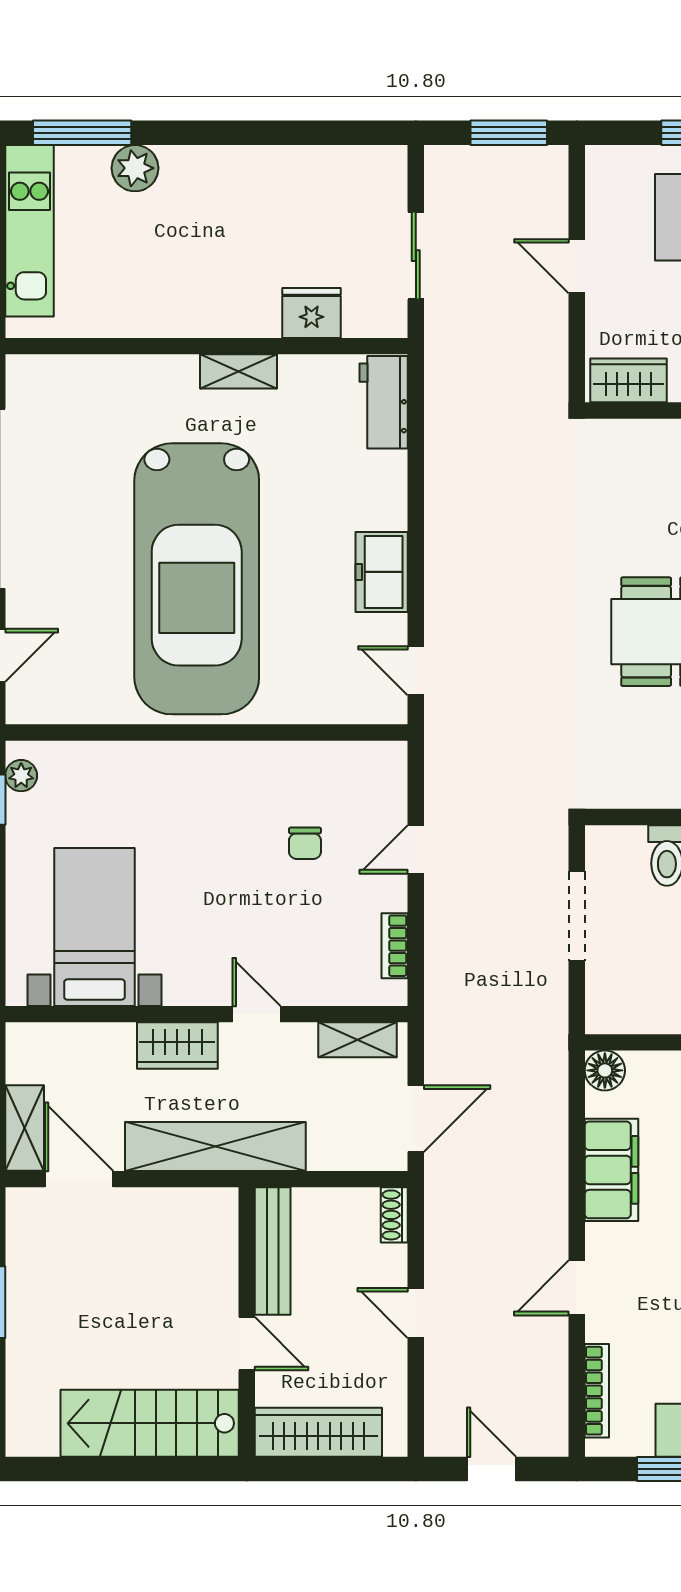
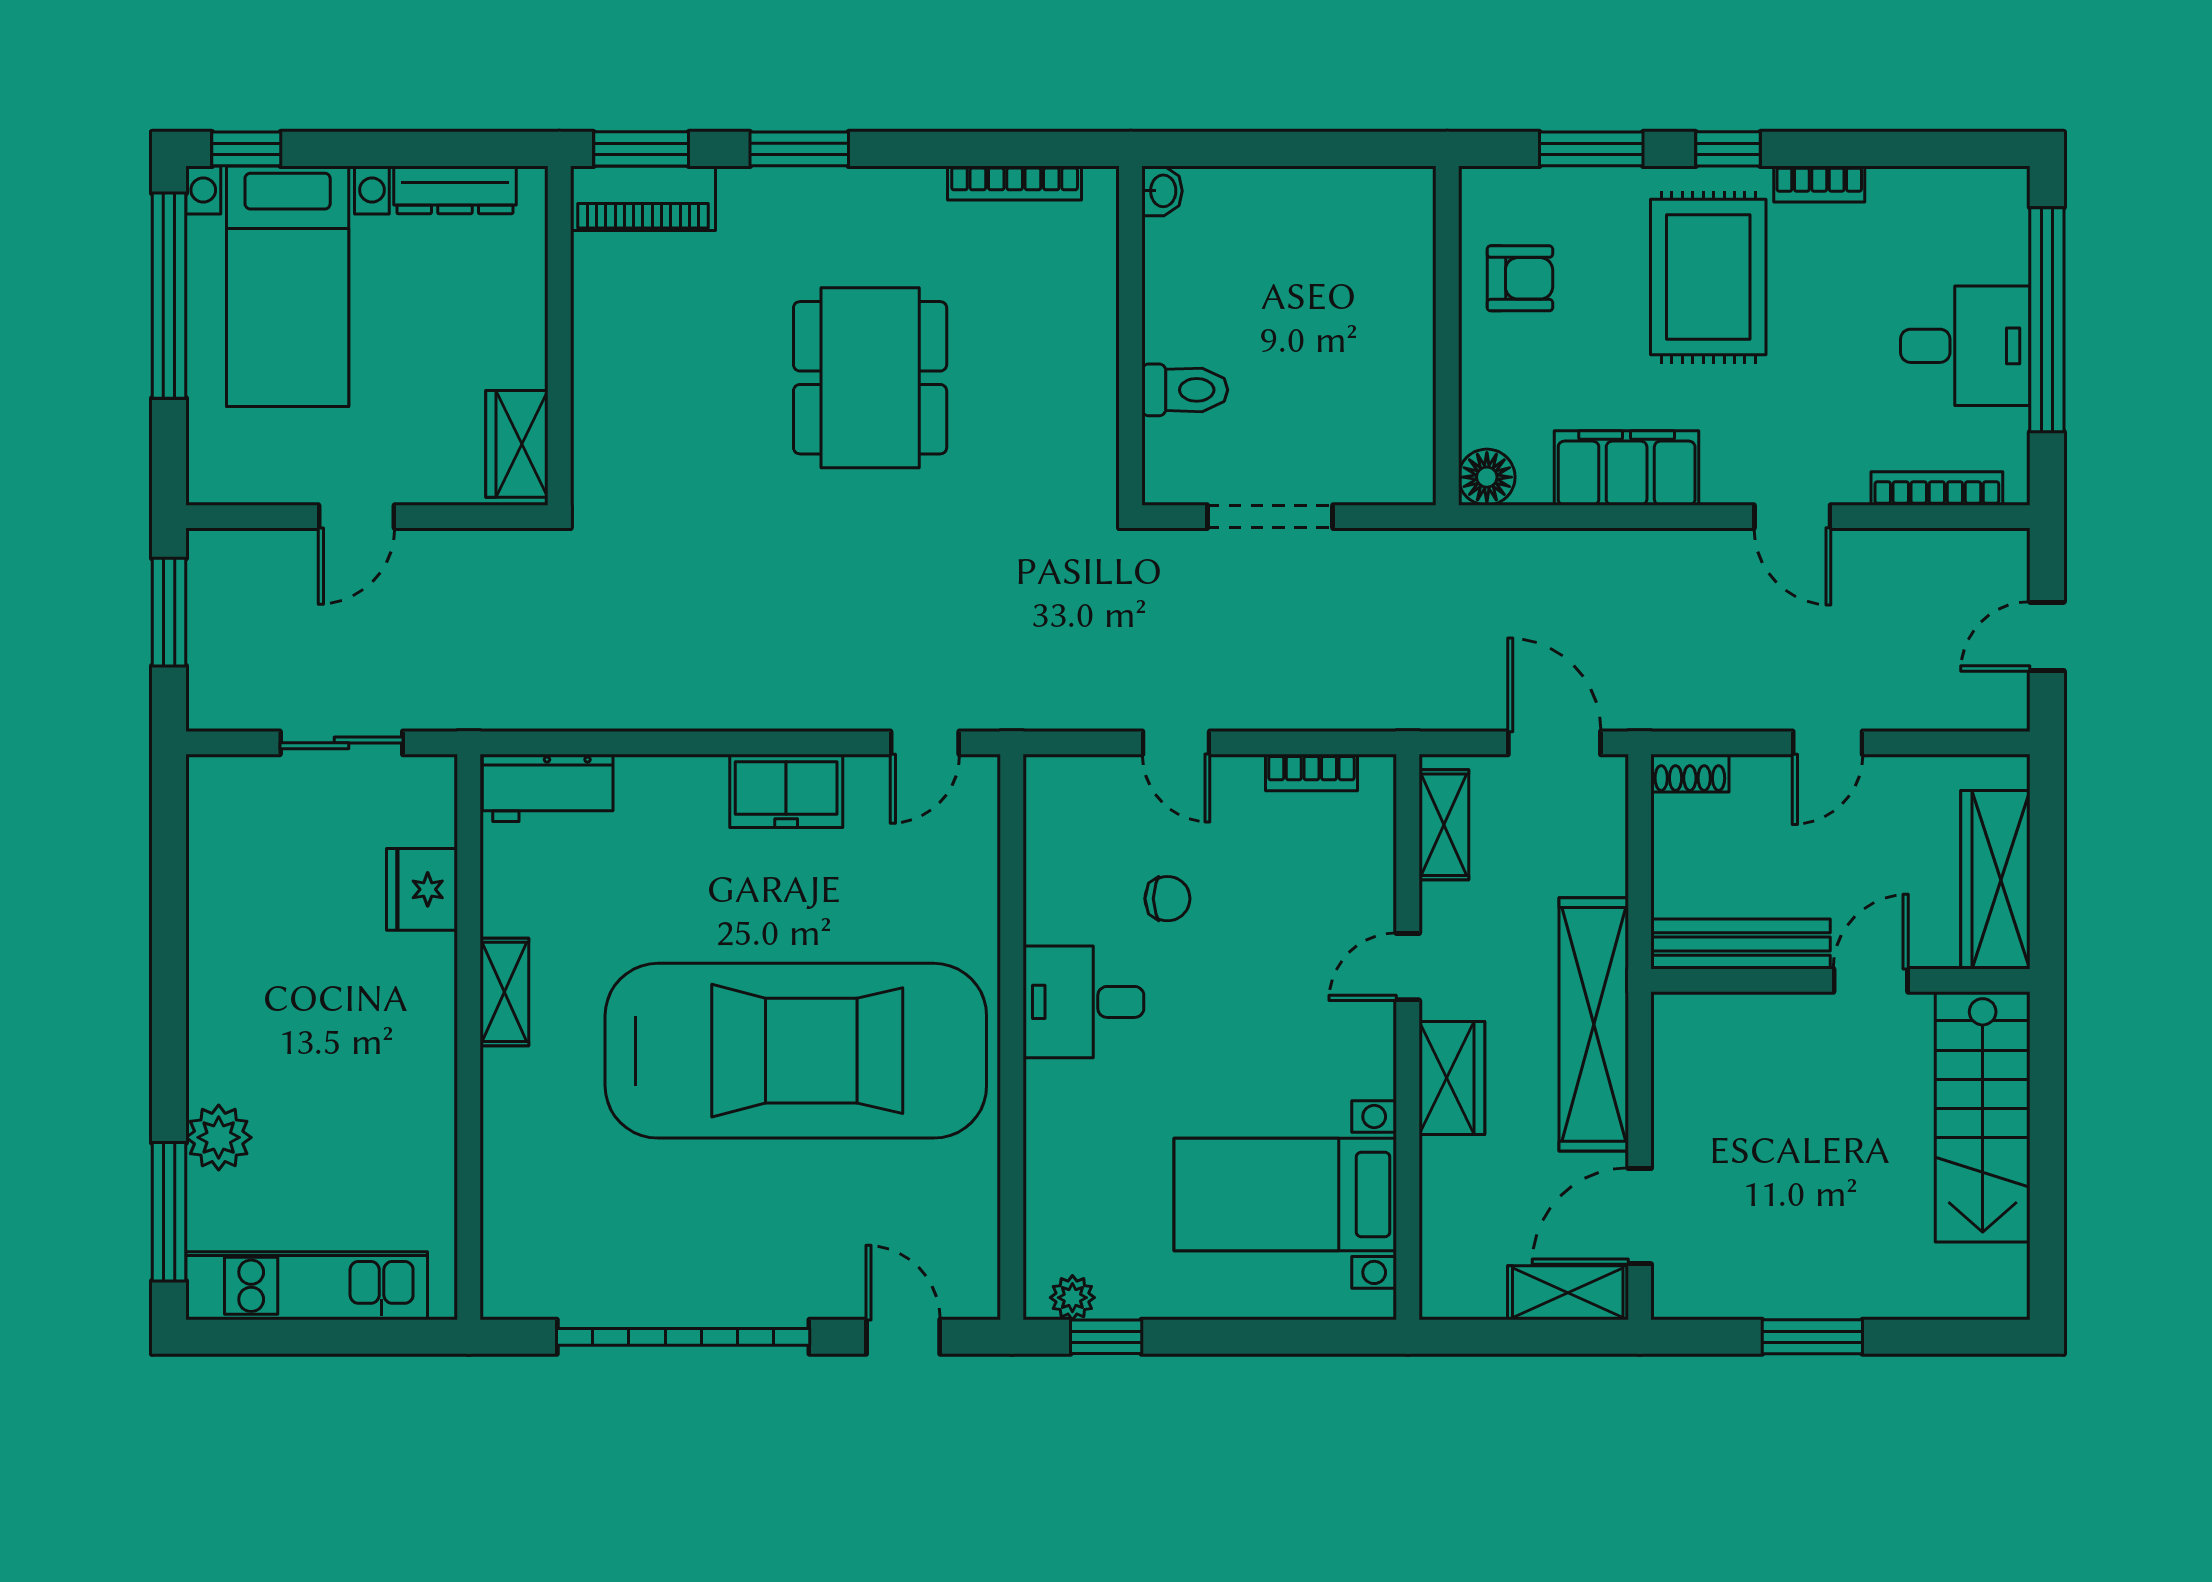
desk: (231, 783) -> (1083, 1002), added

